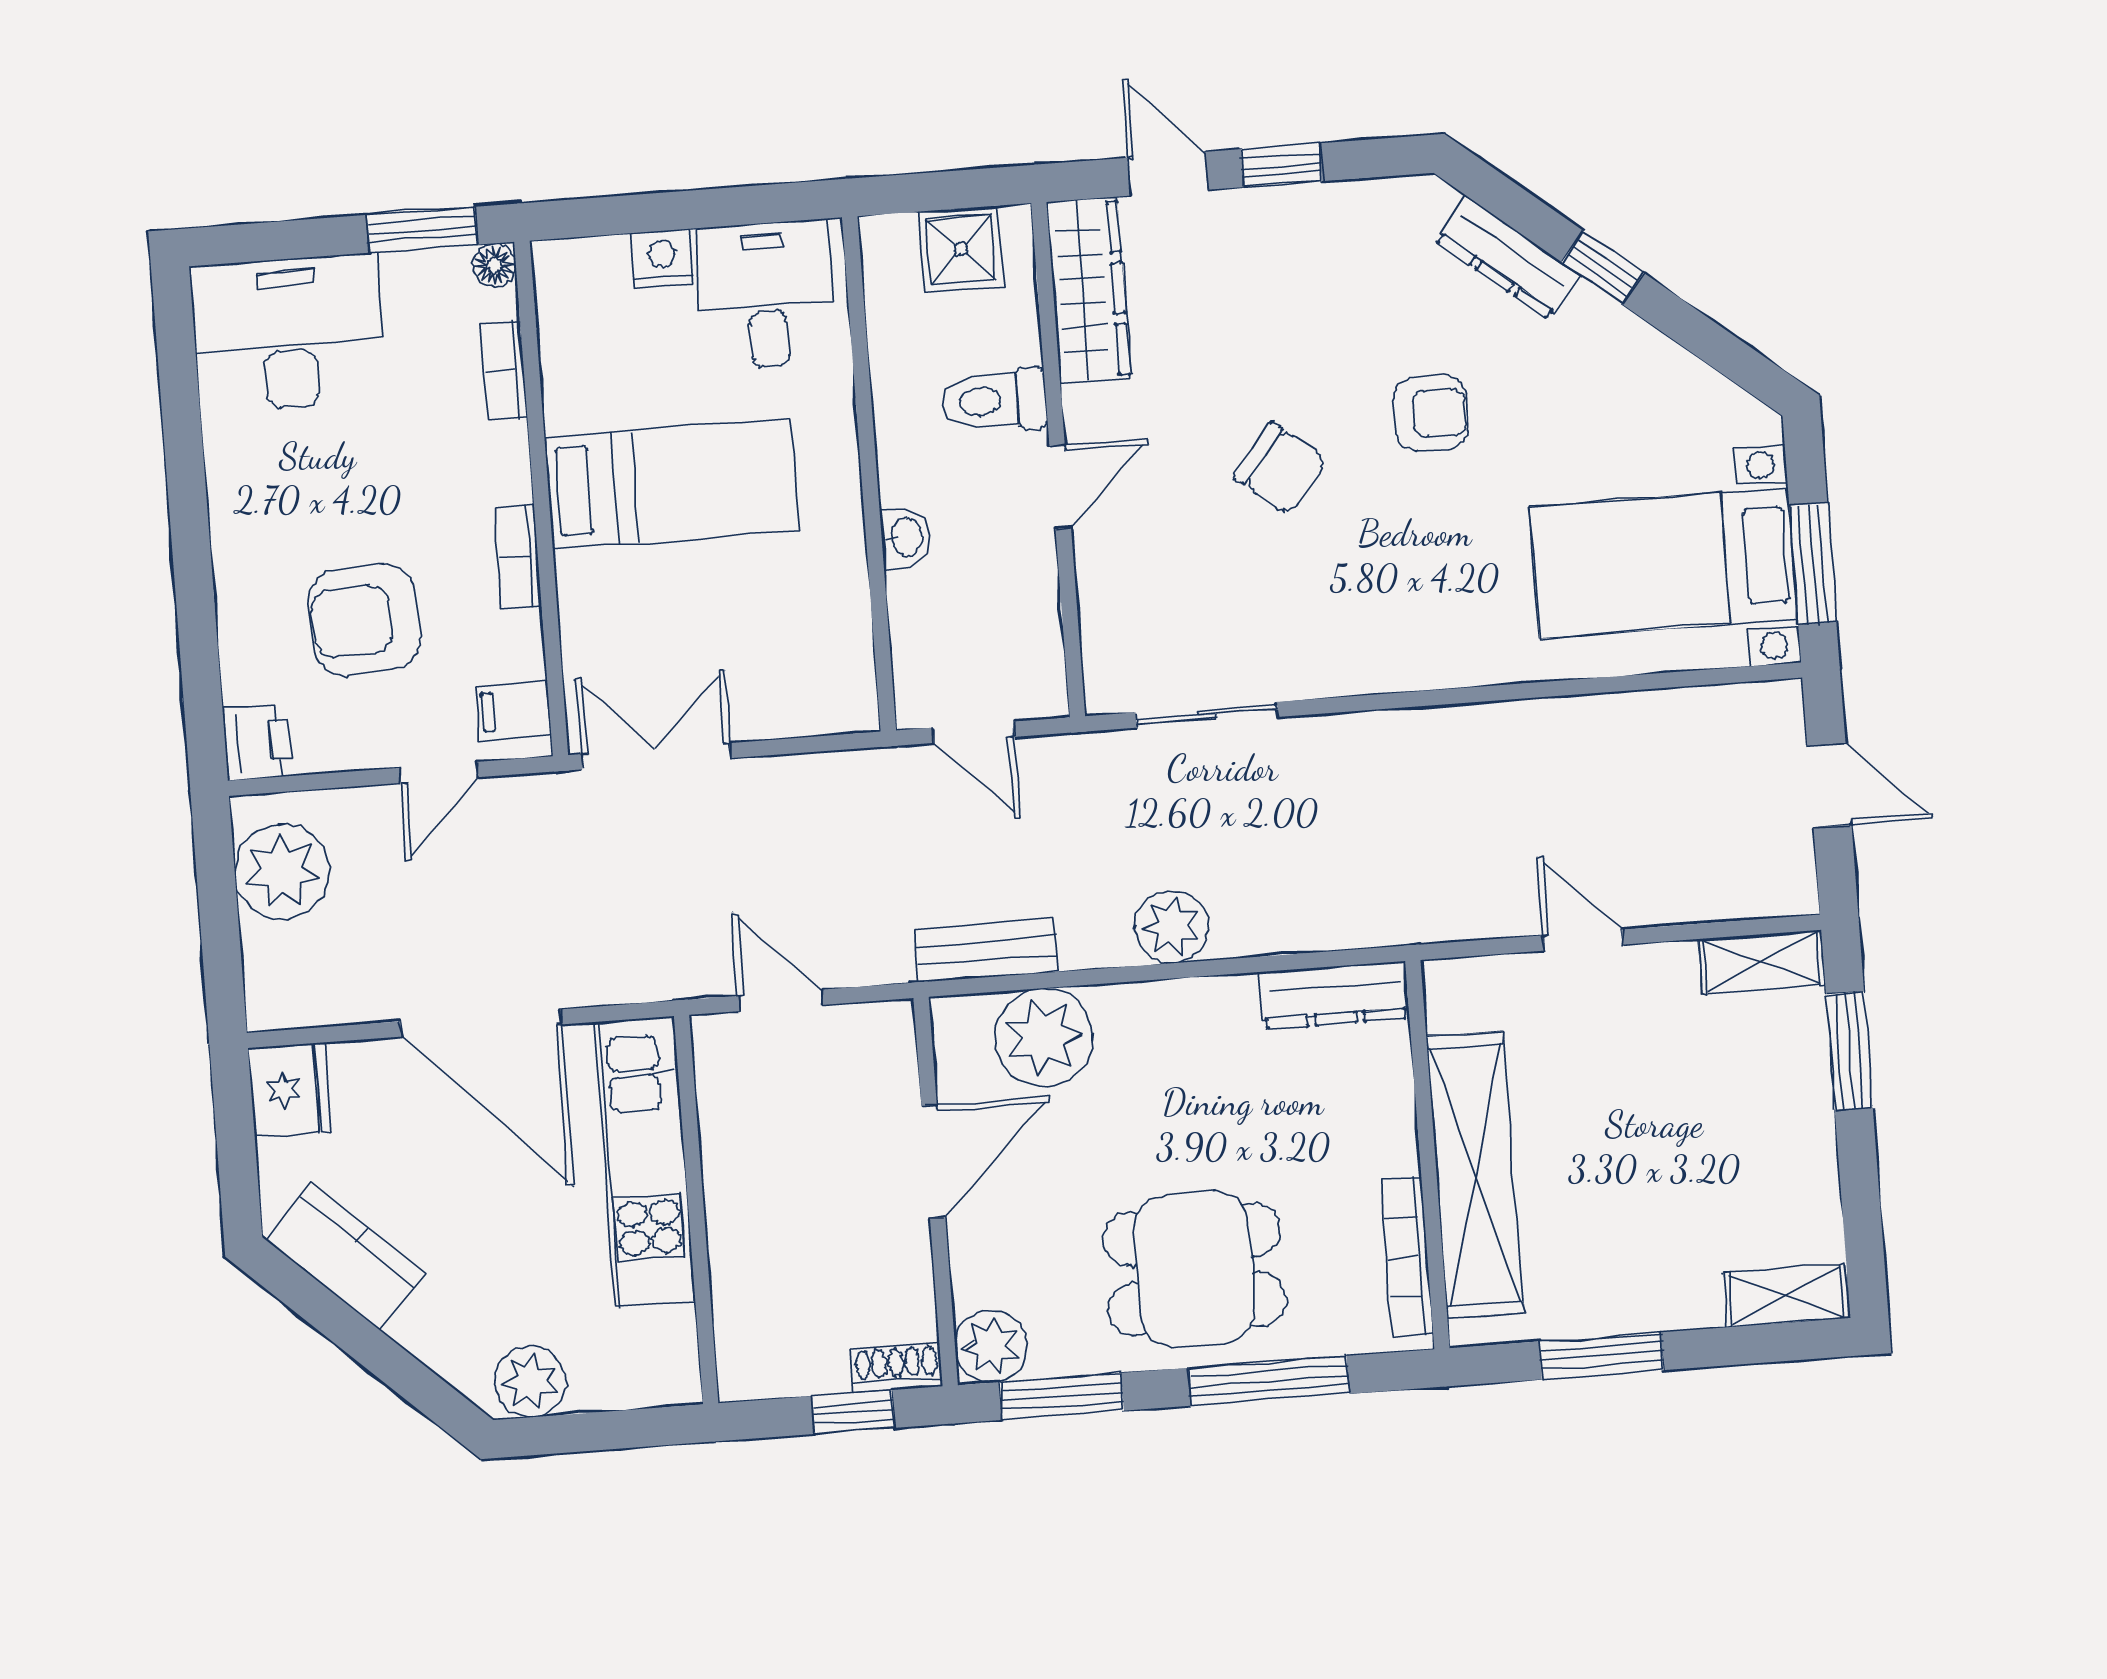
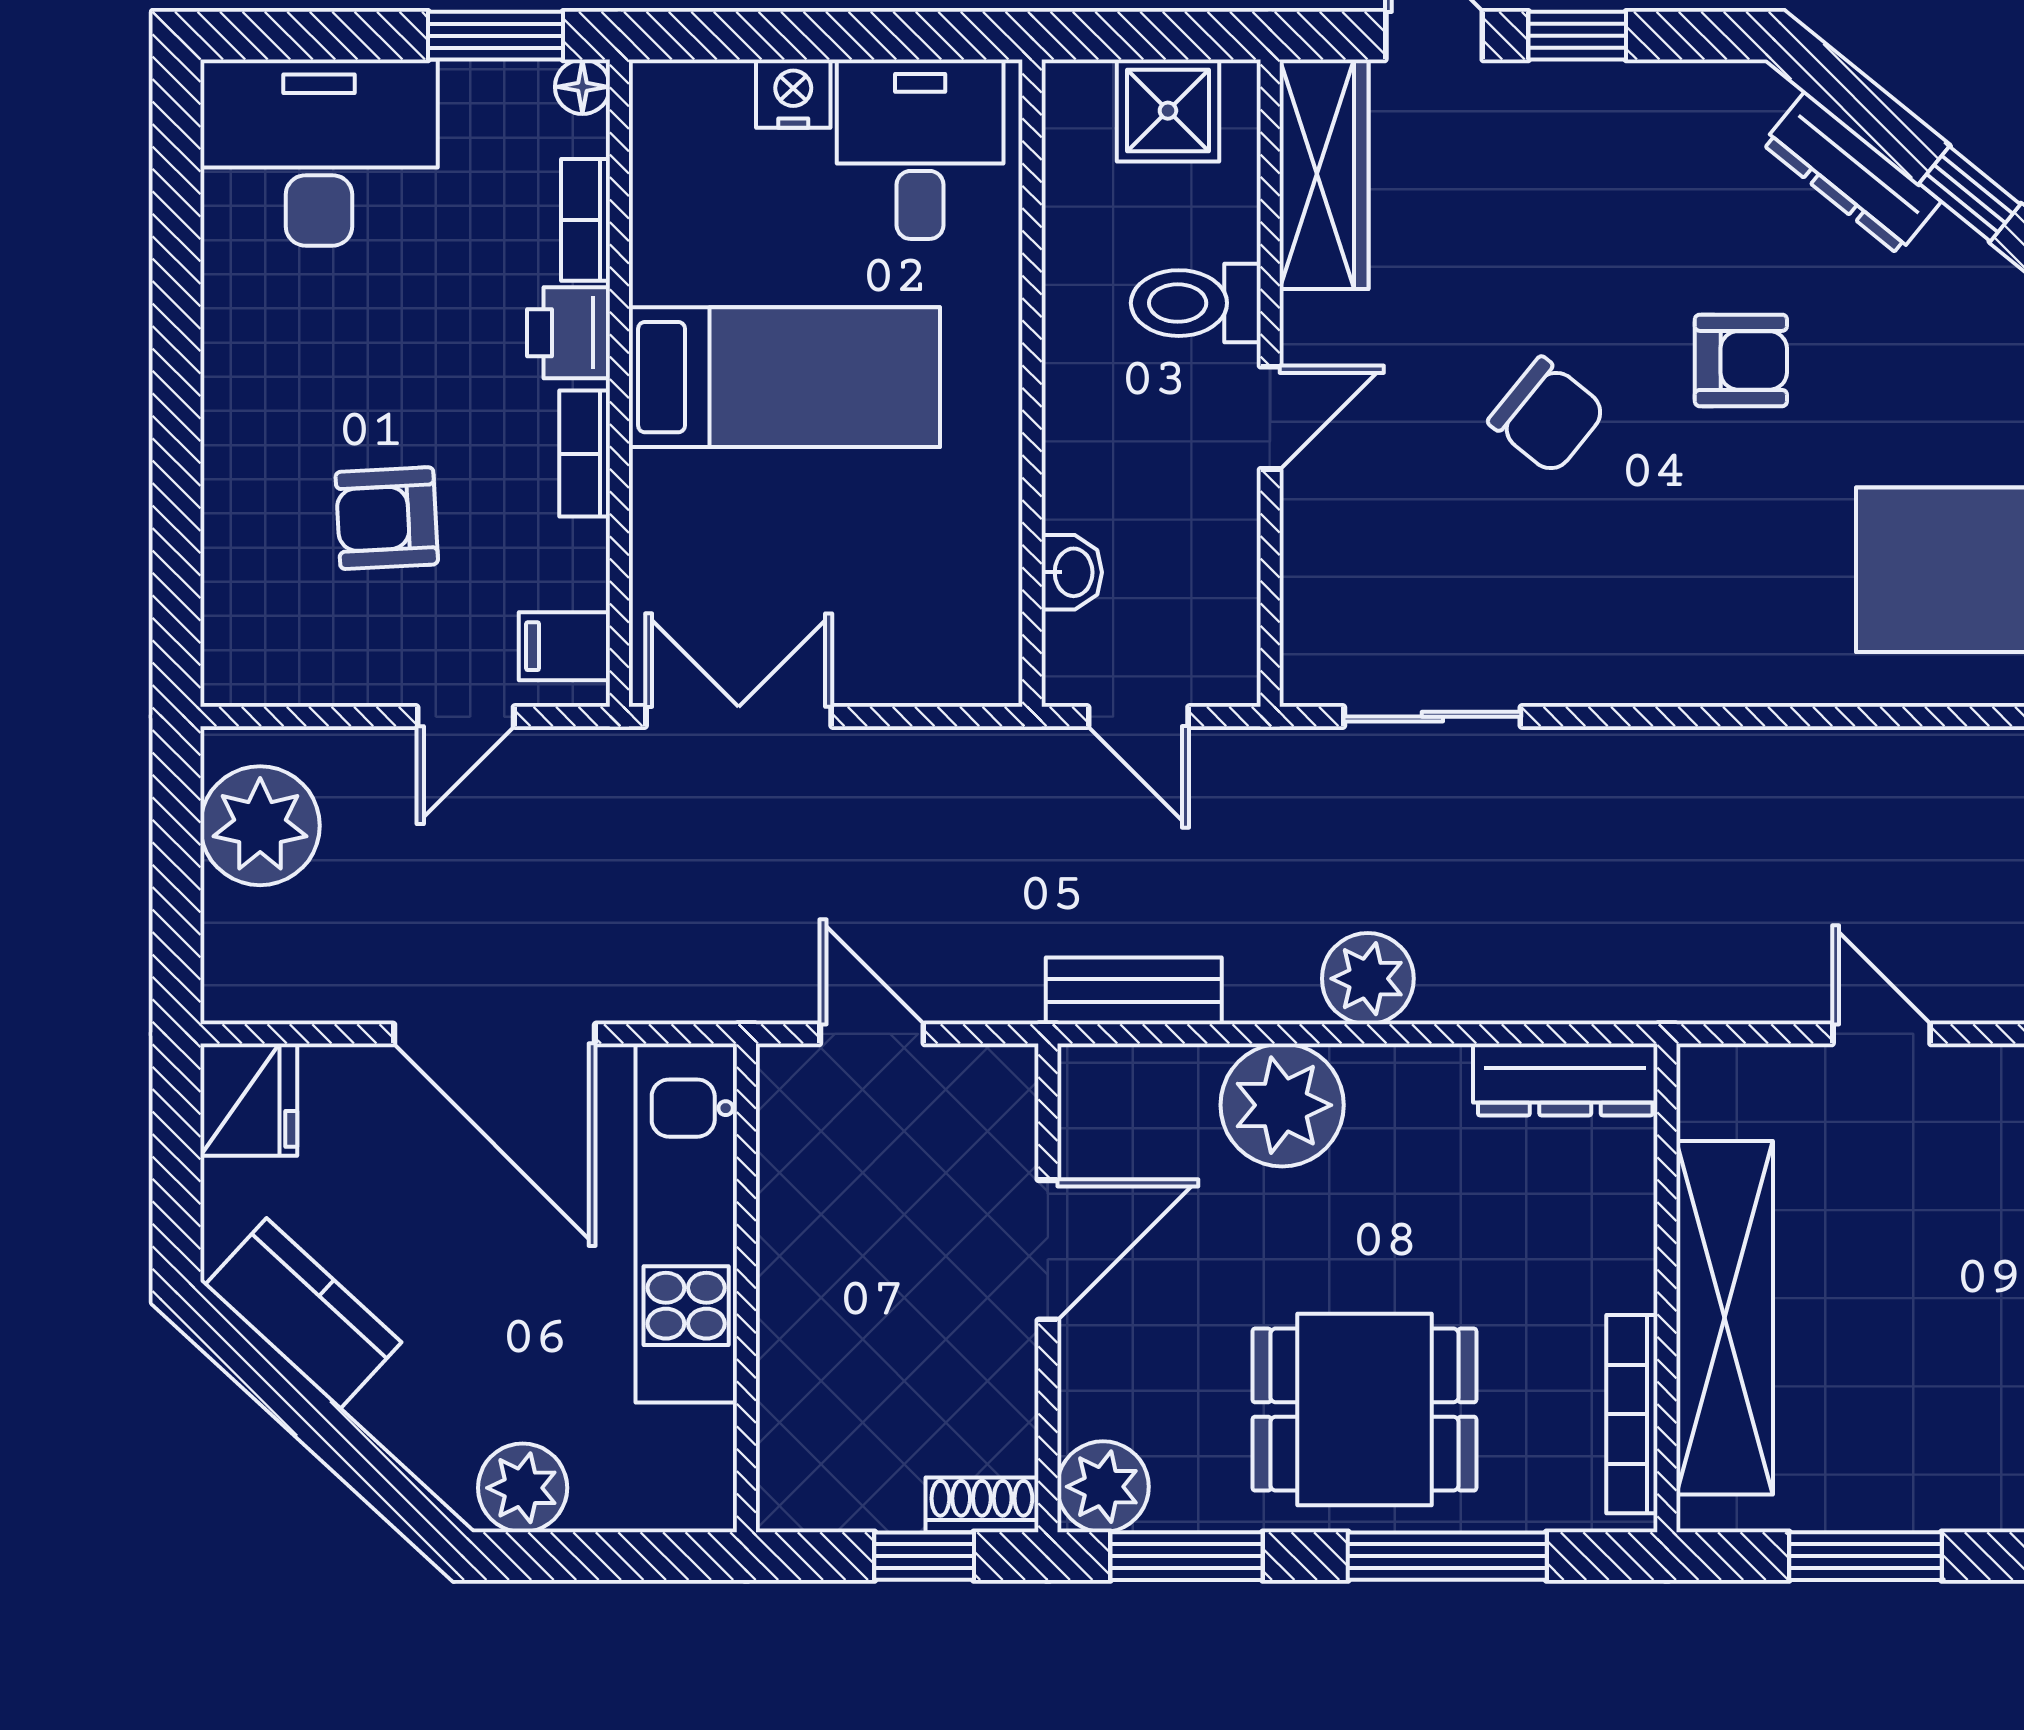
washbasin: (906, 537) -> (1072, 572), moved
armchair: (364, 620) -> (387, 518), width x0.72, depth x0.72
printer: (258, 742) -> (568, 333), moved, turned 180
plant: (1044, 1037) -> (1282, 1105), moved

